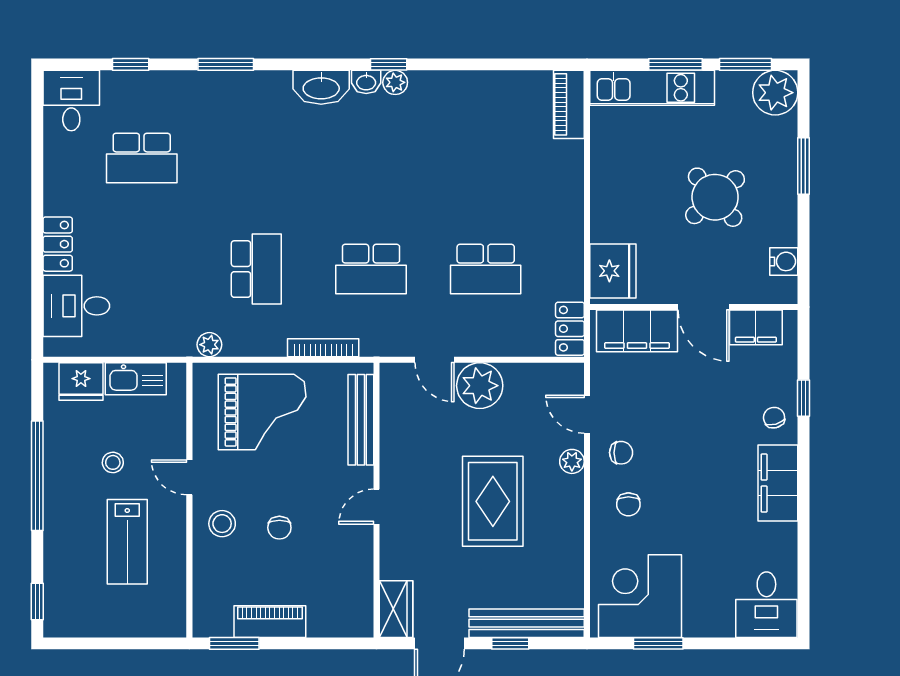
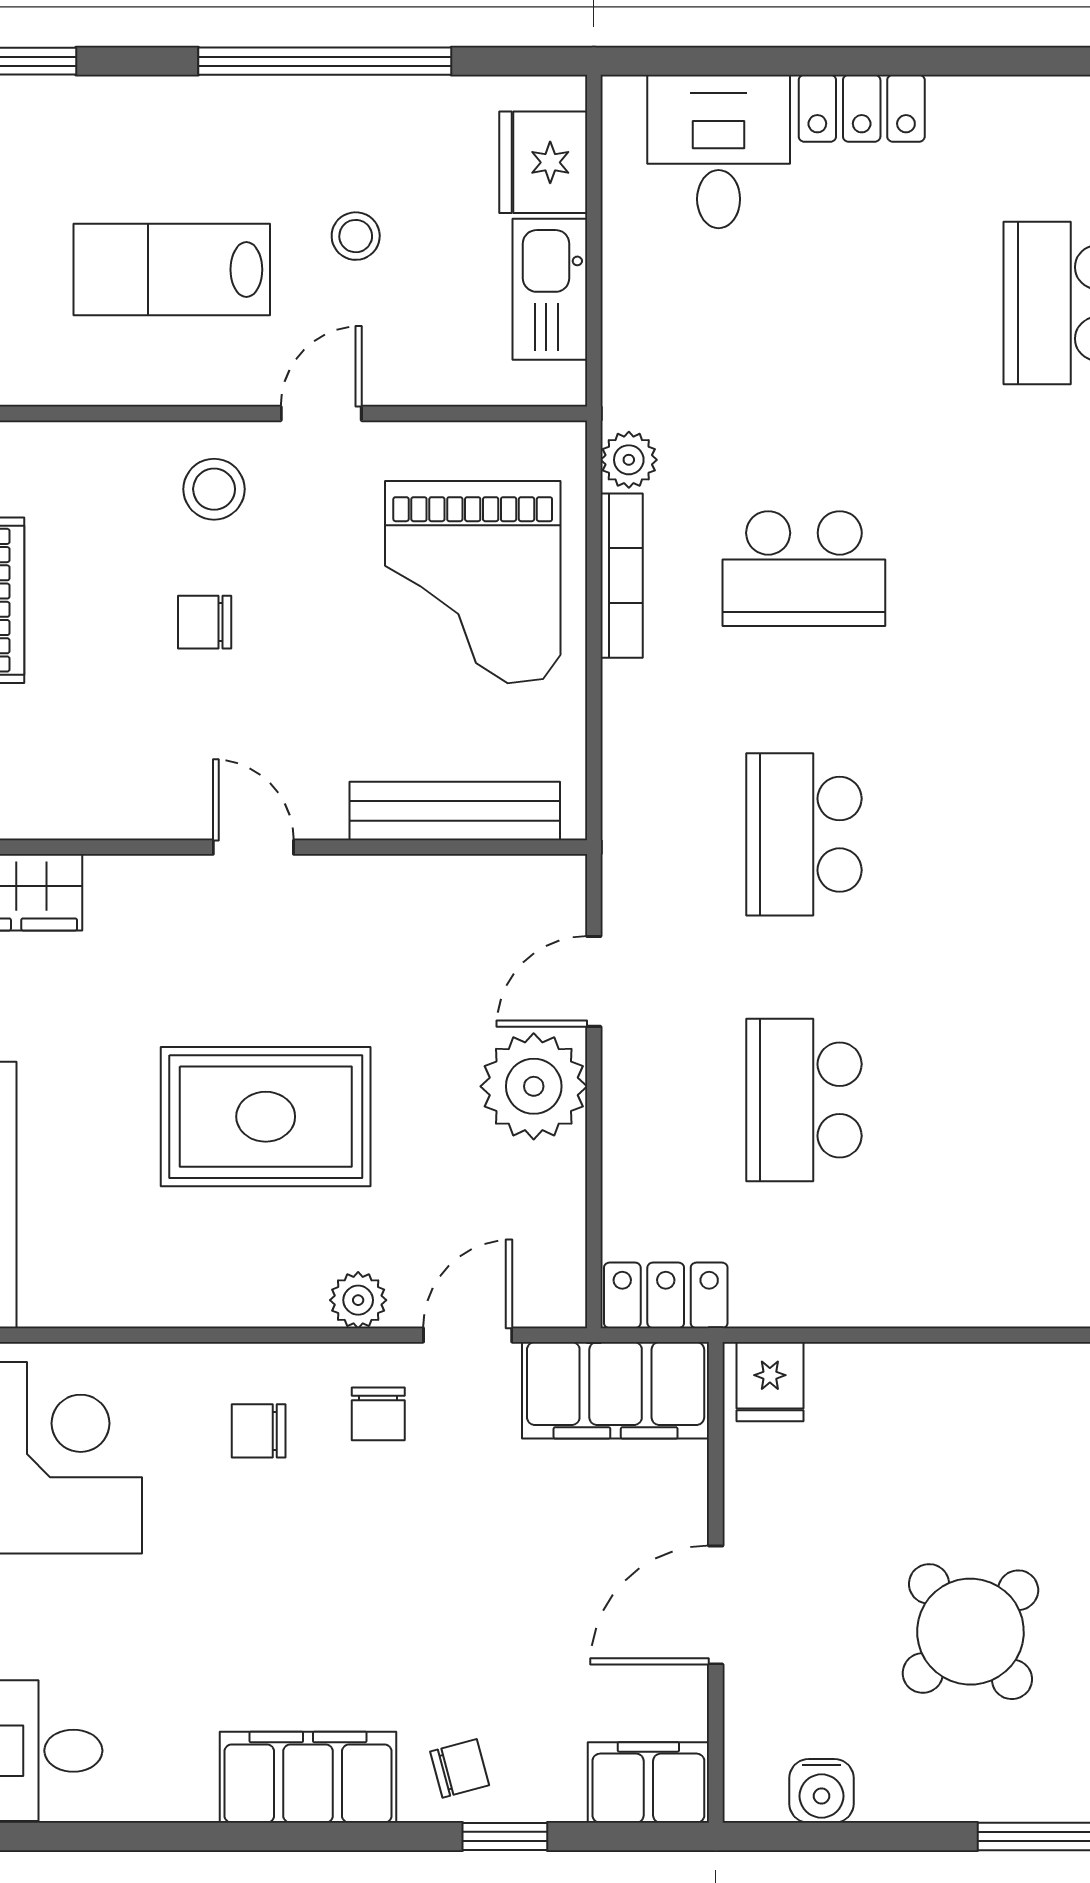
fridge: (613, 271) -> (770, 1382), width x0.53, depth x0.75
filing cabinet: (756, 327) -> (648, 1783), moved, turned 90
filing cabinet: (637, 331) -> (616, 1390), moved, turned -90
bookcase: (323, 348) -> (622, 576), moved

